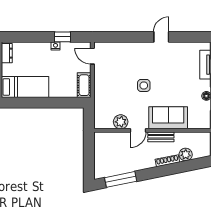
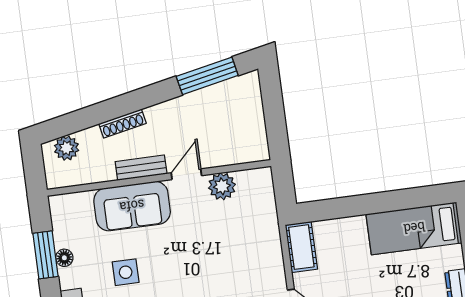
side table: (144, 85) -> (126, 272), moved
plant: (186, 155) -> (67, 148), moved

